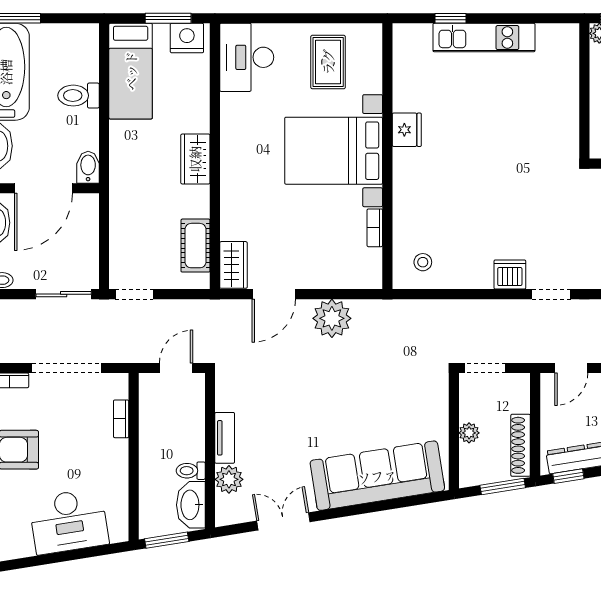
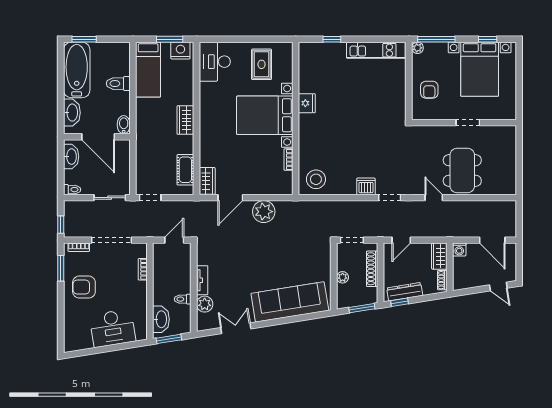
kitchen unit: (484, 38) -> (376, 50), moved
door: (44, 188) -> (98, 137), hinge flipped
stool: (423, 262) -> (316, 179), width x1.89, depth x1.89
shoe rack: (521, 445) -> (372, 269), moved
washbasin: (191, 505) -> (161, 319), moved, turned 180

